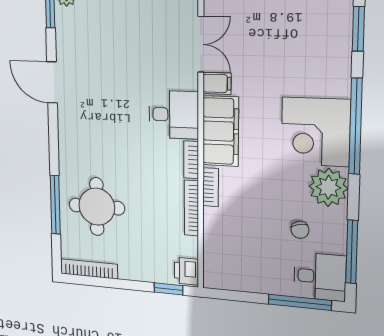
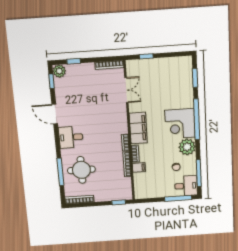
filing cabinet: (217, 83) -> (139, 167), moved
desk: (174, 115) -> (71, 137), moved, turned 180
printer: (186, 271) -> (127, 193), removed

